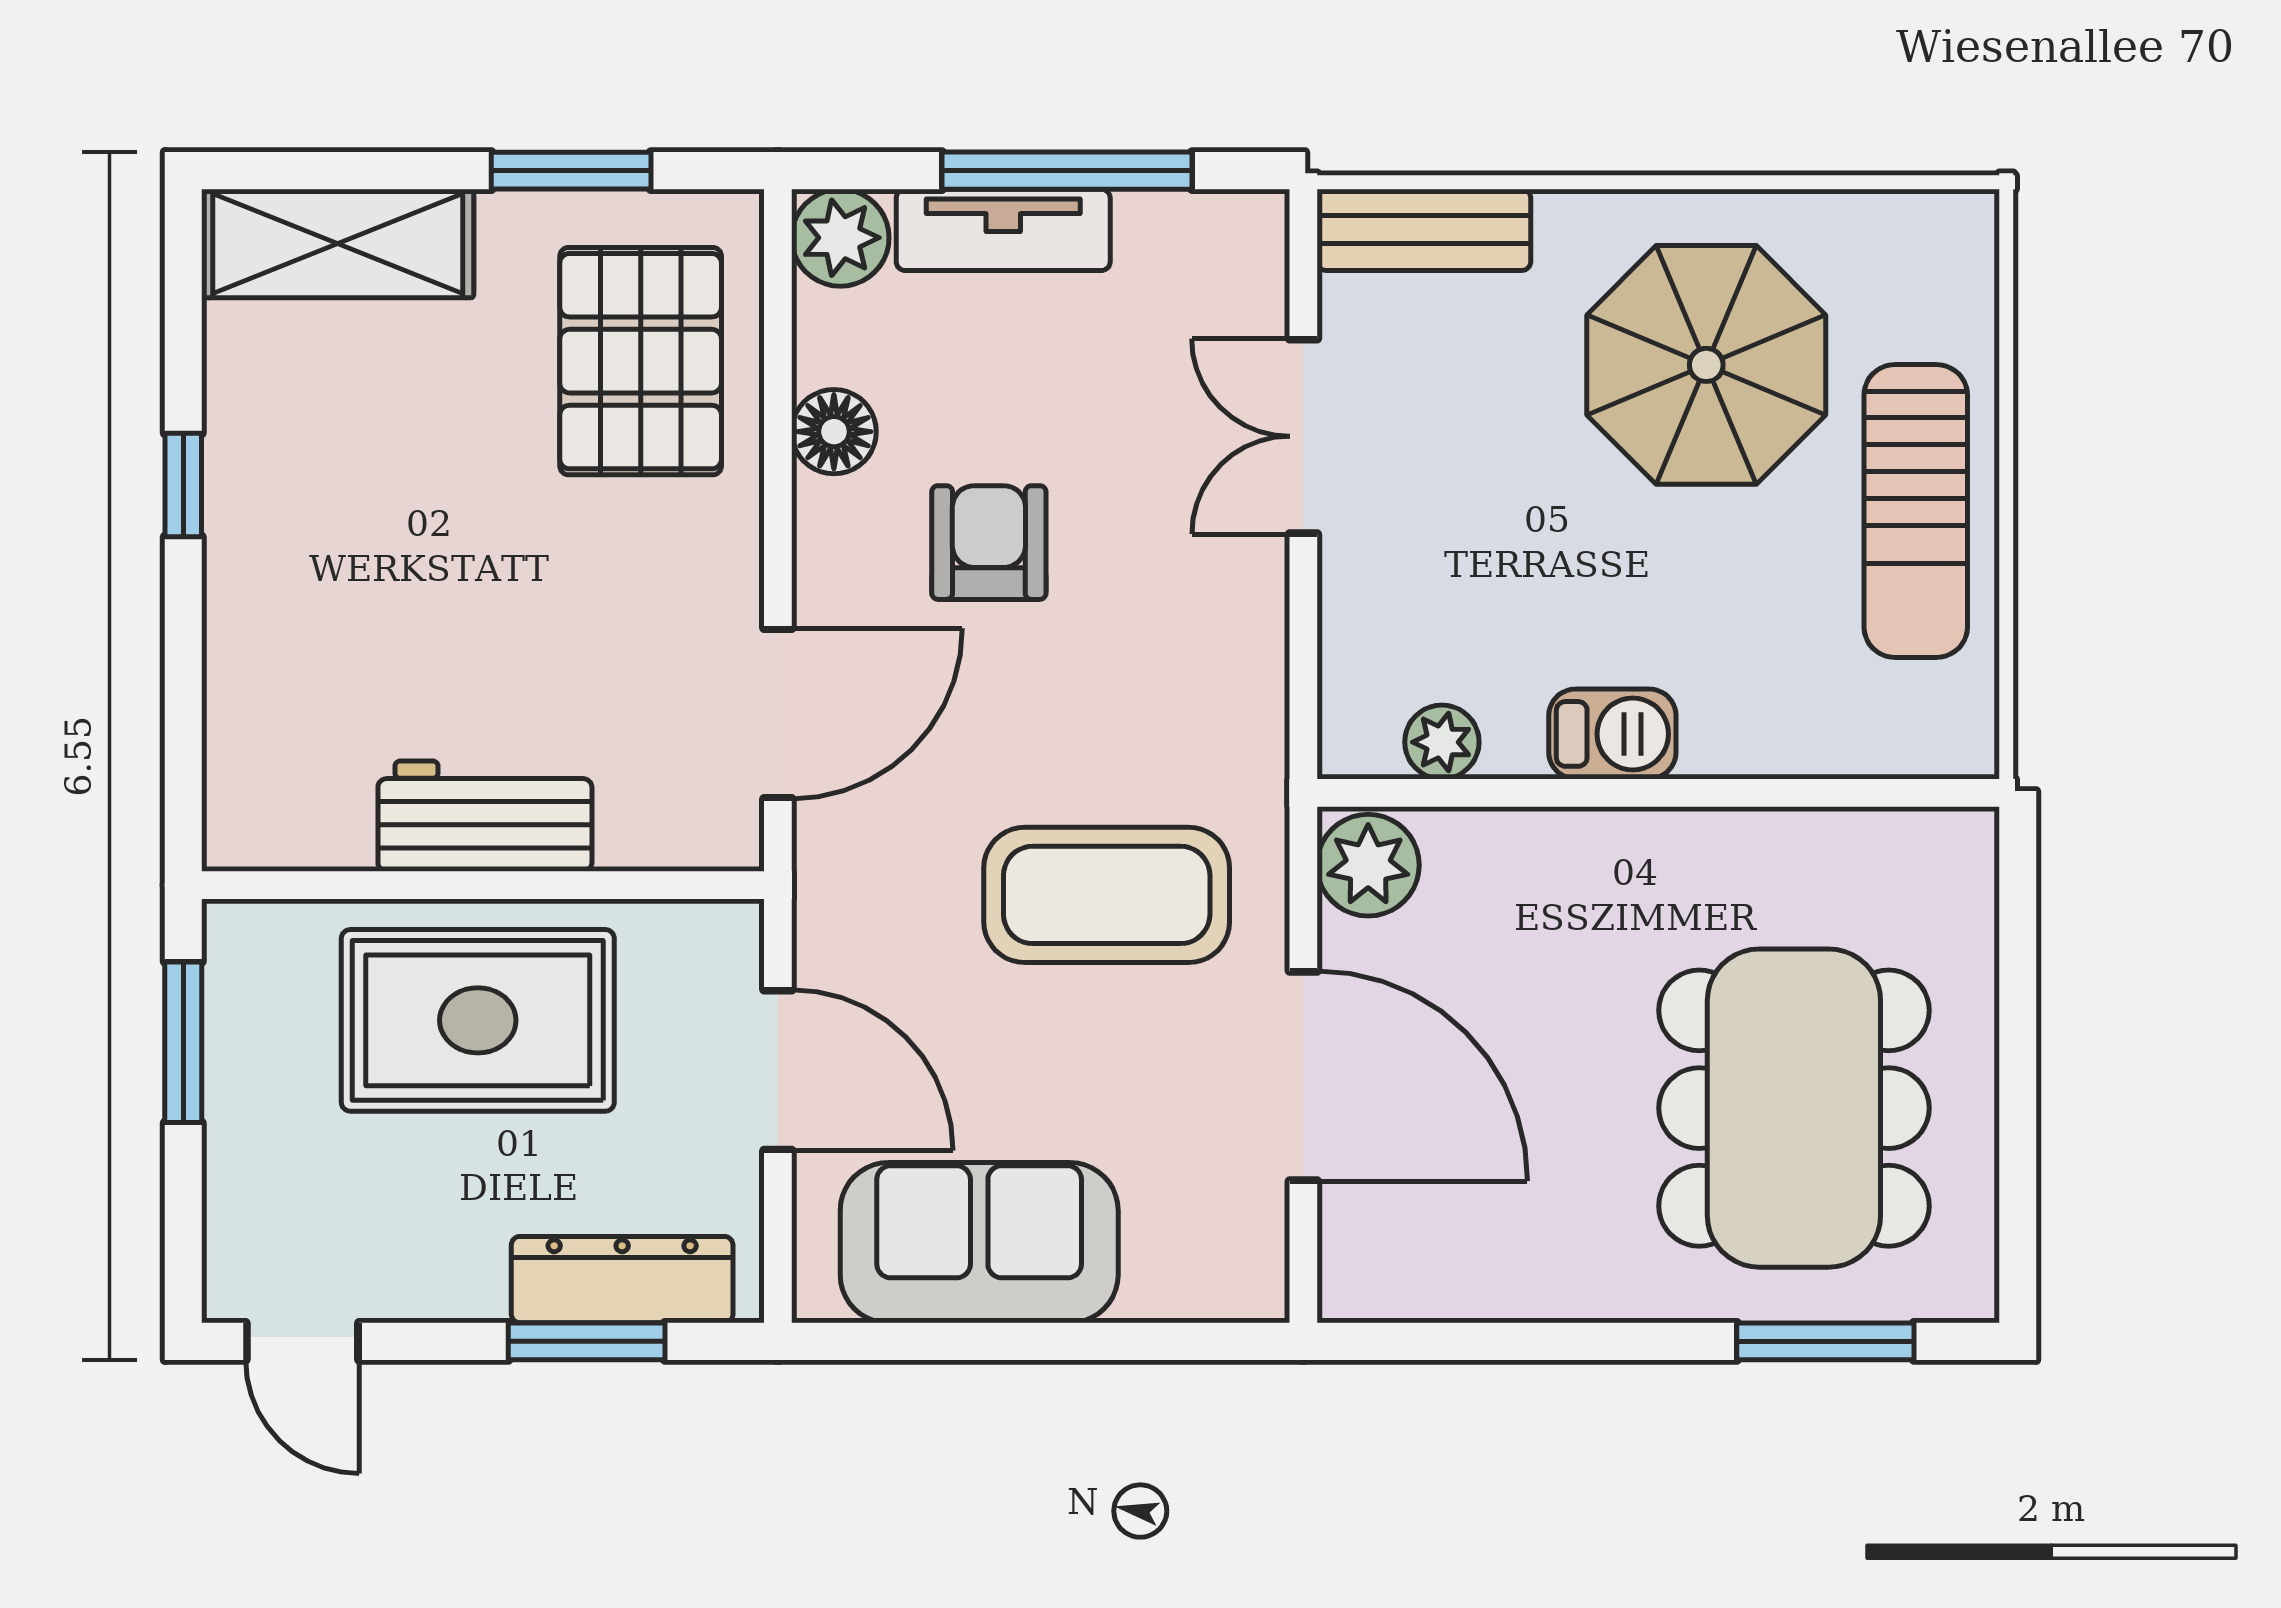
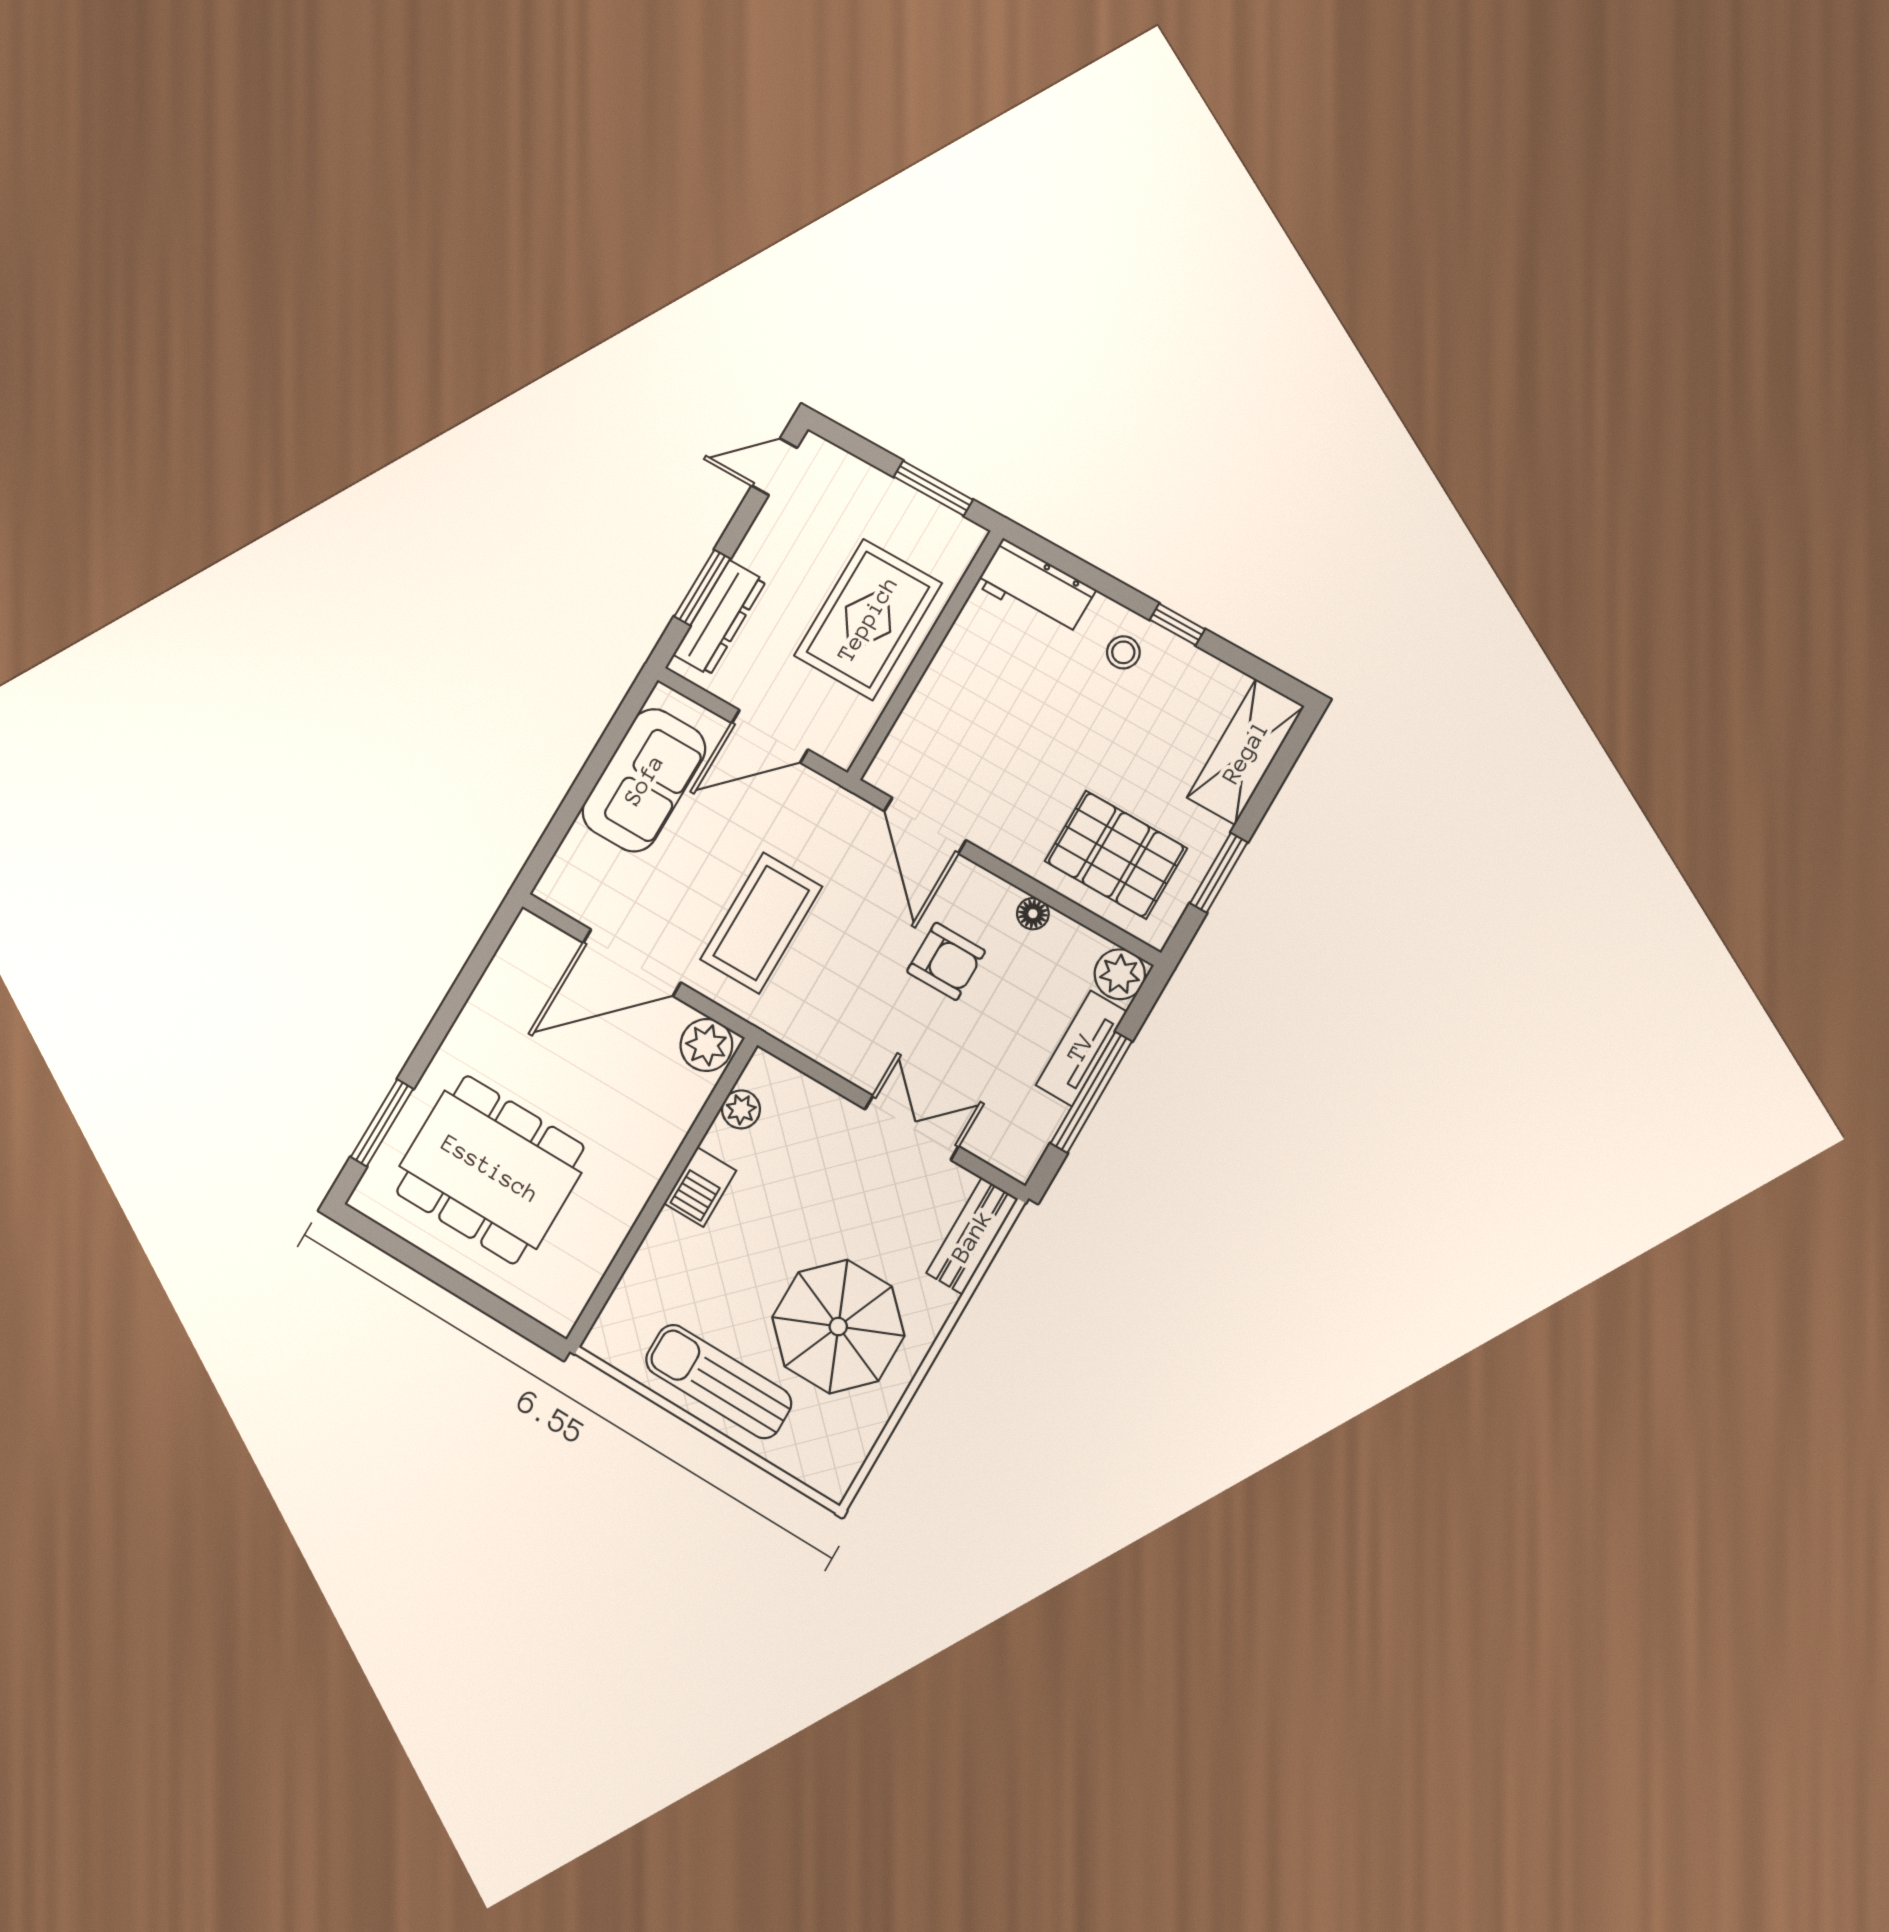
floor lamp: (834, 432) -> (1033, 914), width x0.73, depth x0.73
stool: (284, 549) -> (1123, 652), added
workbench: (485, 816) -> (1036, 587), moved, turned 90

